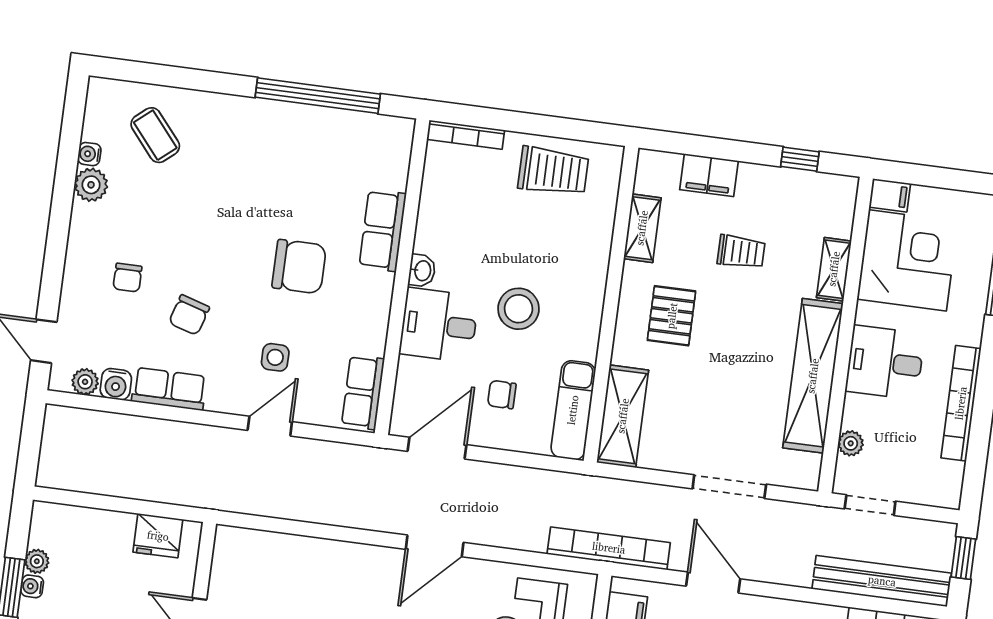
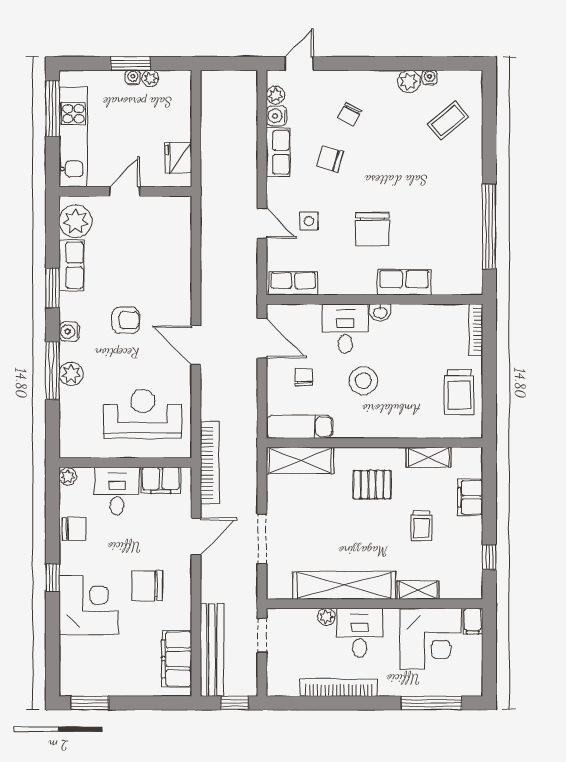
chair: (128, 278) -> (350, 114), turned -62
plant: (851, 443) -> (326, 617), moved

